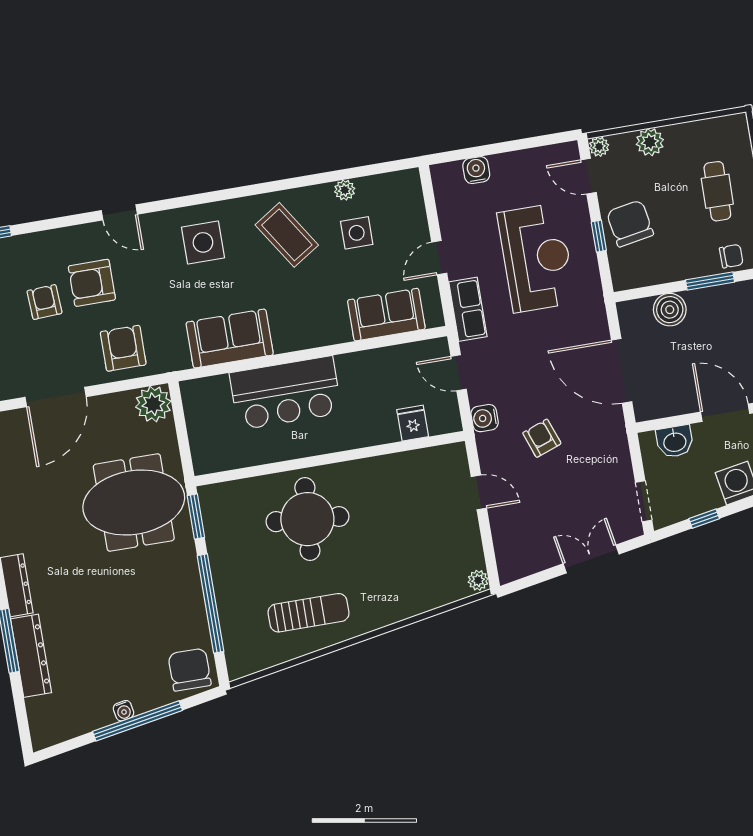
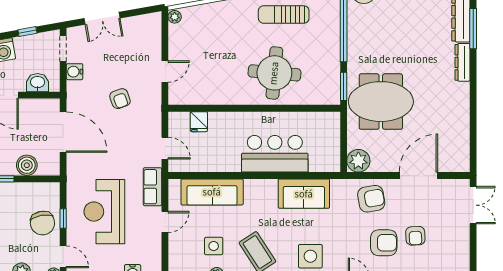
sofa: (386, 315) -> (212, 192), width x1.36
armchair: (123, 348) -> (371, 199), turned -100
water cooler: (485, 418) -> (75, 72), moved, turned 180
door: (479, 492) -> (165, 72), swing flipped

